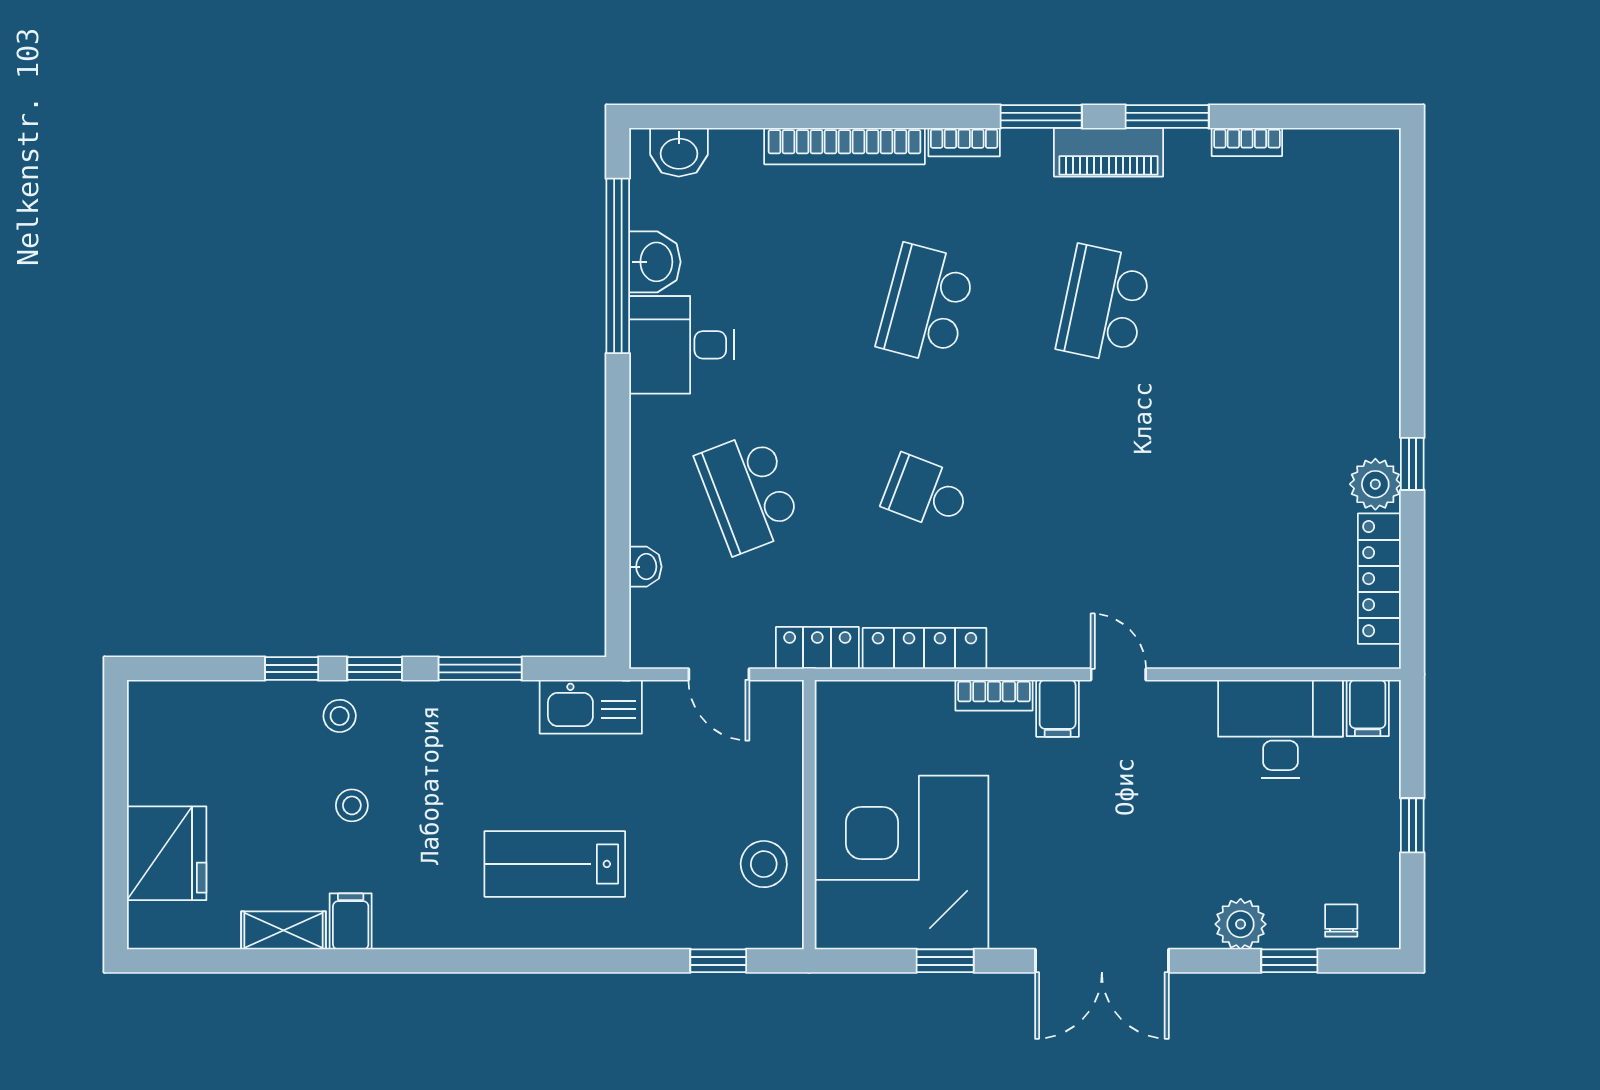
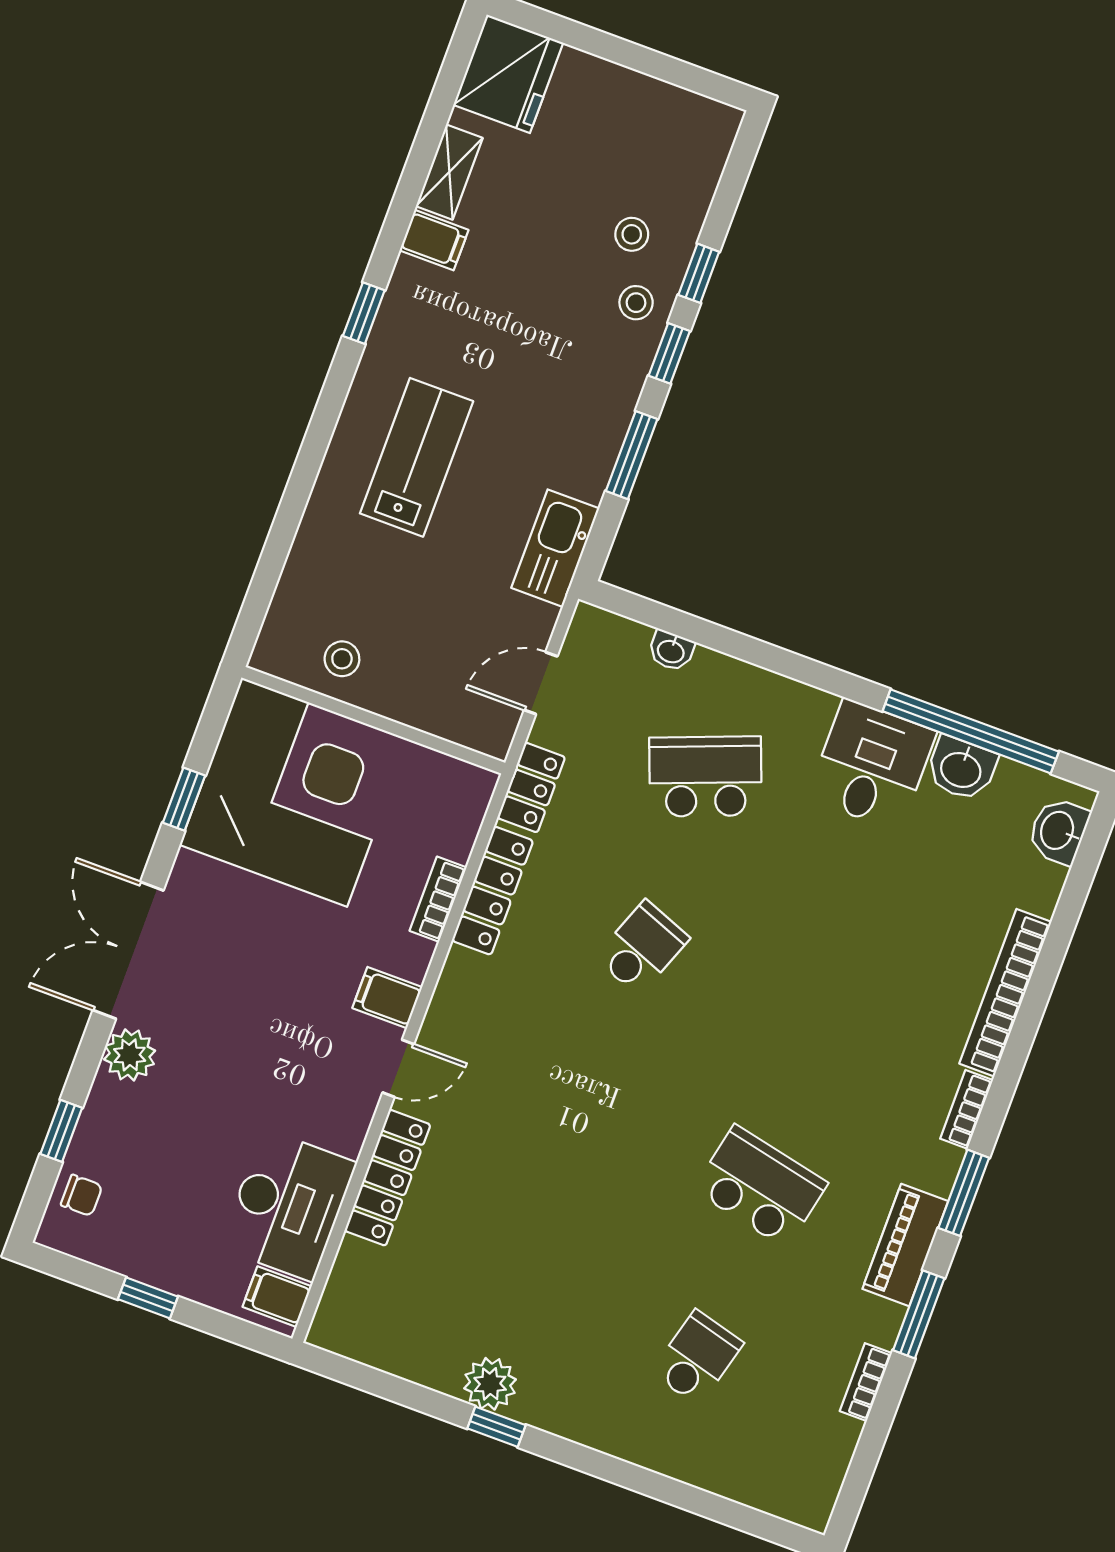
school desk: (926, 304) -> (697, 1358), moved, width x0.54
locker: (1379, 579) -> (387, 1178), moved, turned 90
bookcase: (994, 695) -> (438, 899), moved
stool: (352, 805) -> (632, 234), moved
fridge: (167, 853) -> (508, 74), moved, turned -90
stool: (764, 864) -> (342, 659), width x0.73, depth x0.73
plant: (1241, 924) -> (130, 1055), moved
window: (718, 961) -> (364, 313), moved

